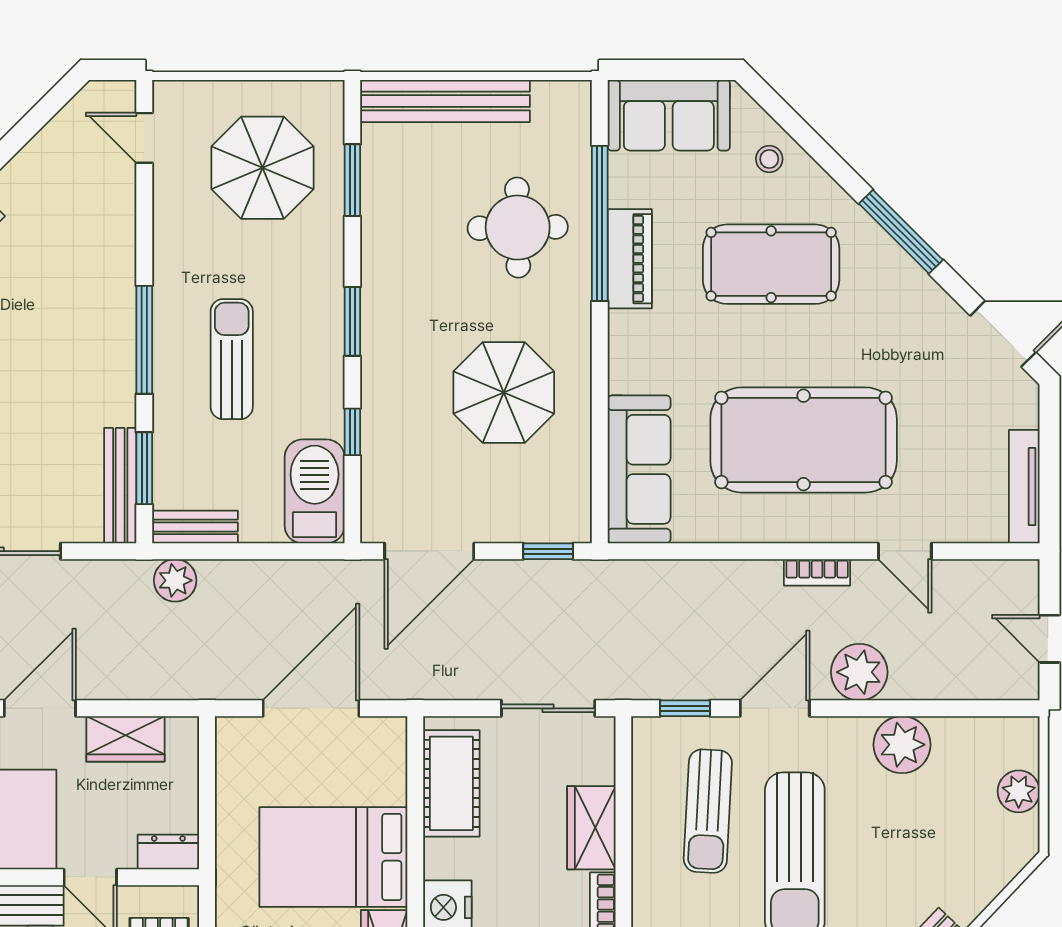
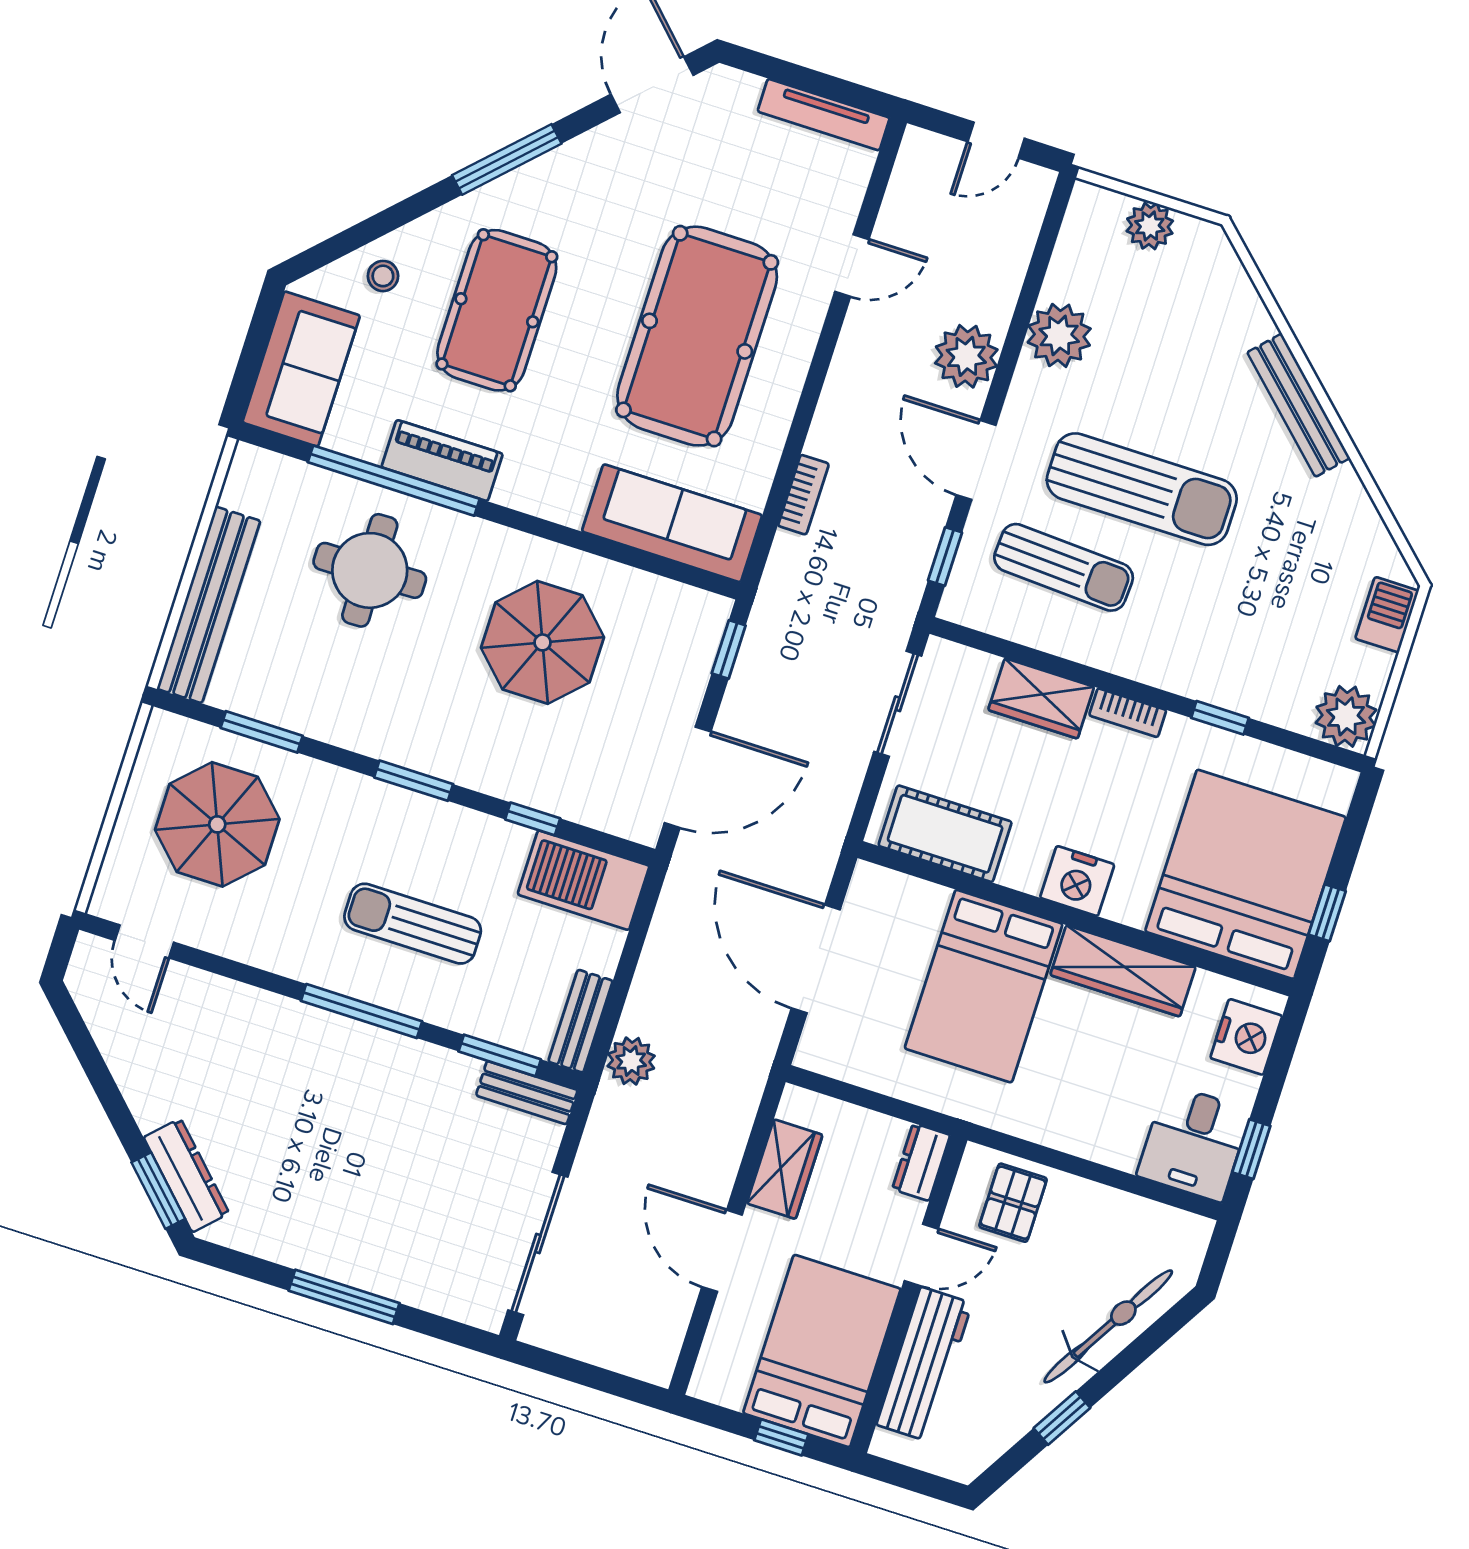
door: (144, 138) -> (144, 941), hinge flipped
bench: (120, 486) -> (527, 1093), width x0.73
door: (429, 551) -> (688, 777), hinge flipped
bookcase: (817, 572) -> (803, 495), moved

